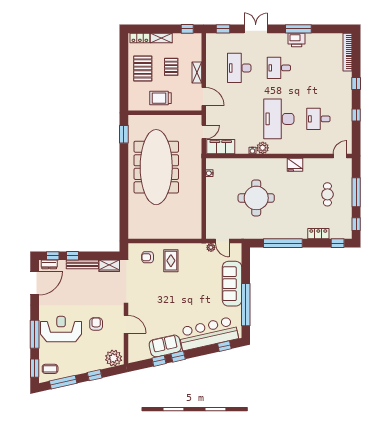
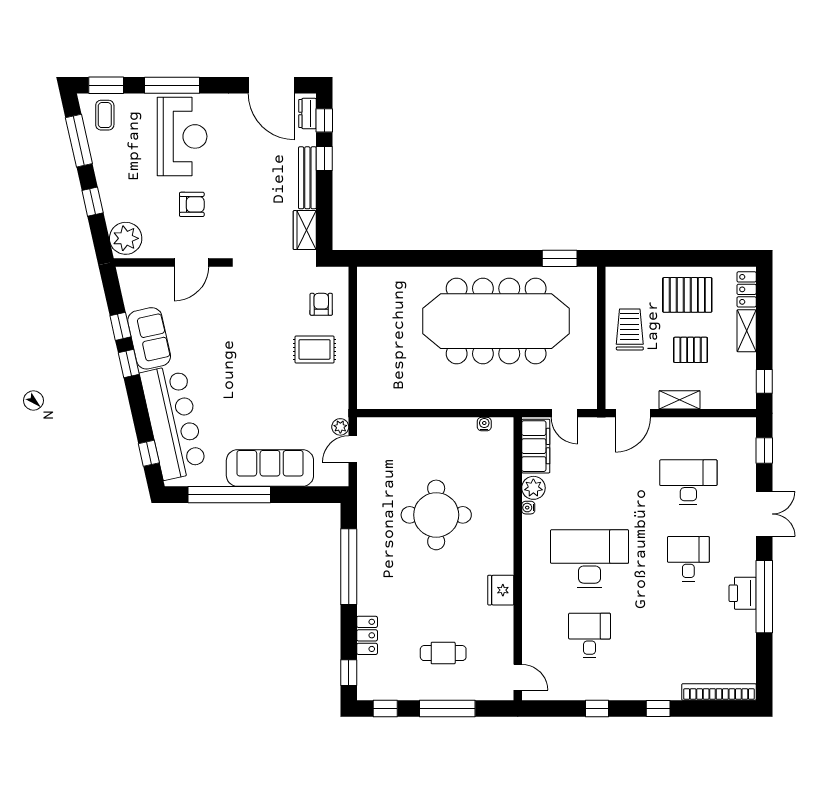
window: (298, 29) -> (764, 597), width x1.46
plant: (263, 148) -> (533, 488), moved

